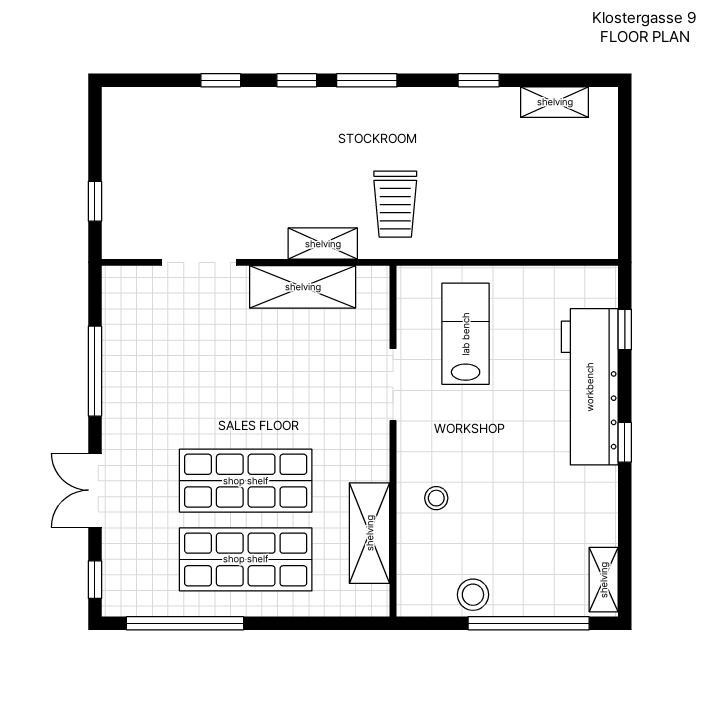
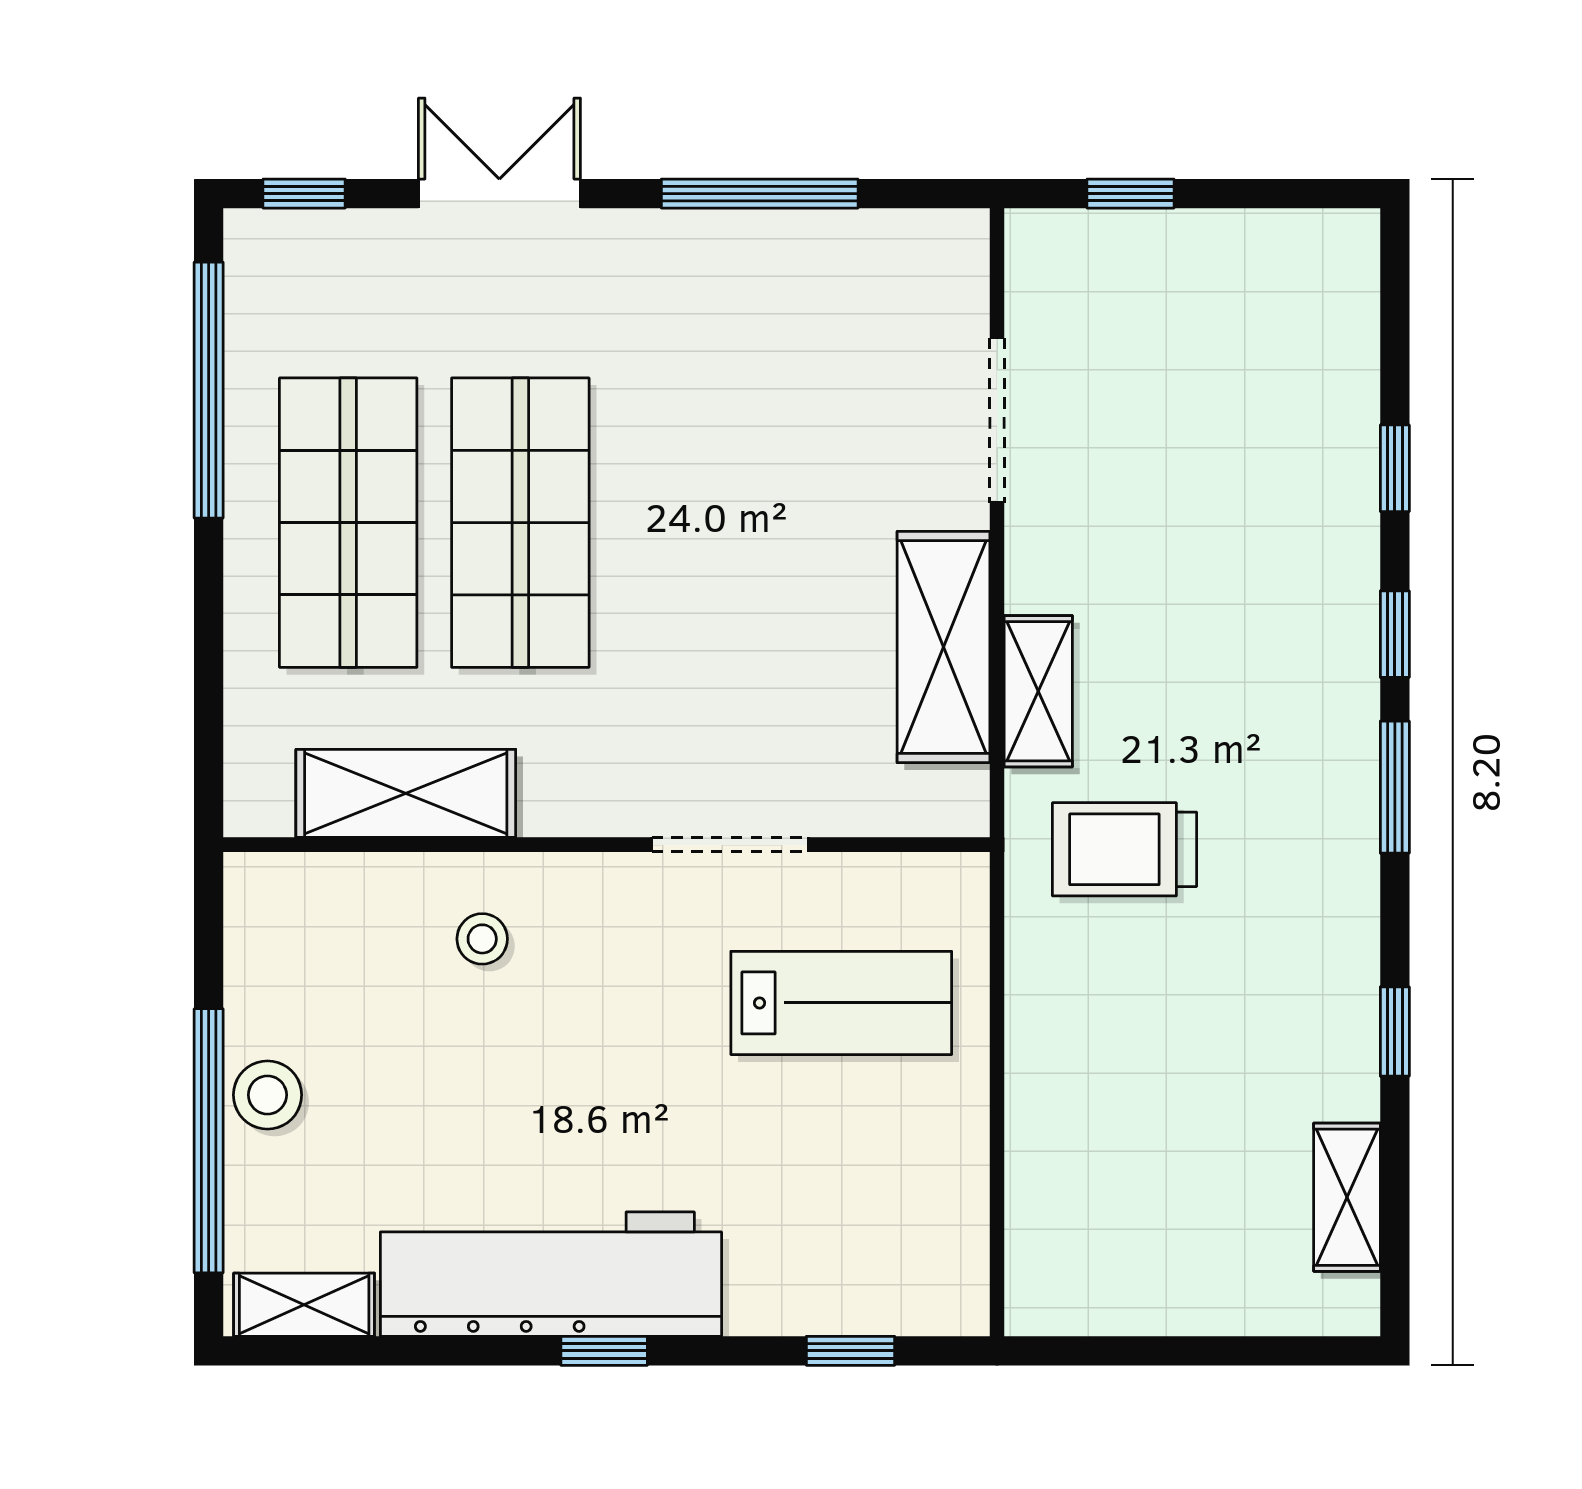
workbench: (590, 387) -> (551, 1274), moved
stool: (473, 595) -> (267, 1095), moved

